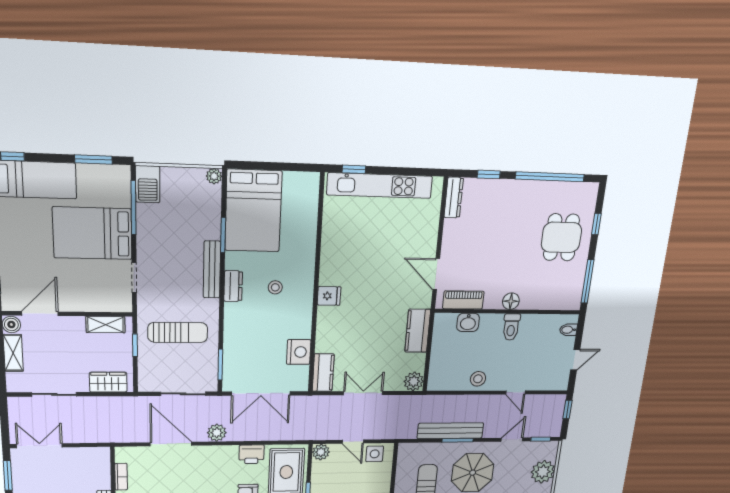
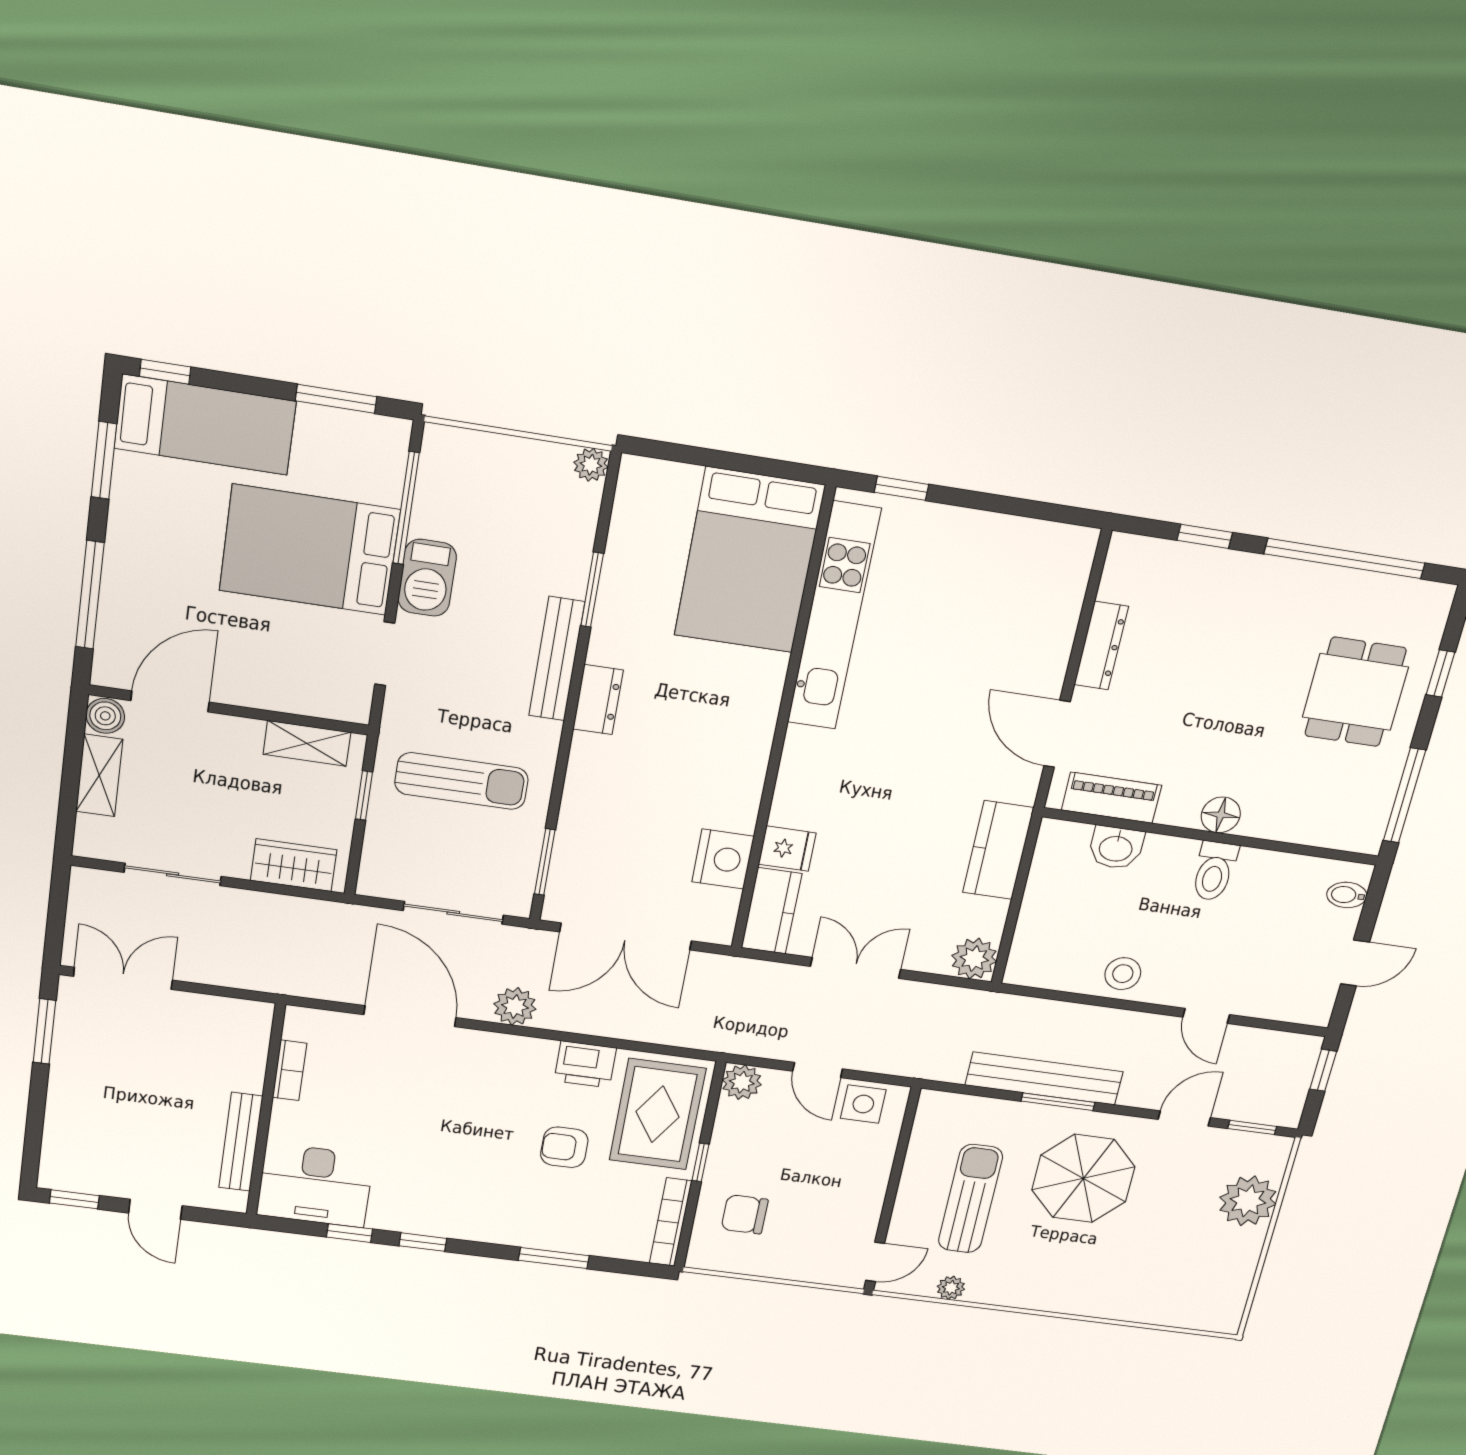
barbecue: (148, 184) -> (427, 578), moved
kitchen unit: (380, 186) -> (834, 616), moved, turned -90
dresser: (454, 198) -> (1101, 646), moved
bed: (253, 211) -> (749, 560), moved
stool: (275, 287) -> (691, 714), removed
fridge: (329, 296) -> (787, 849), moved

